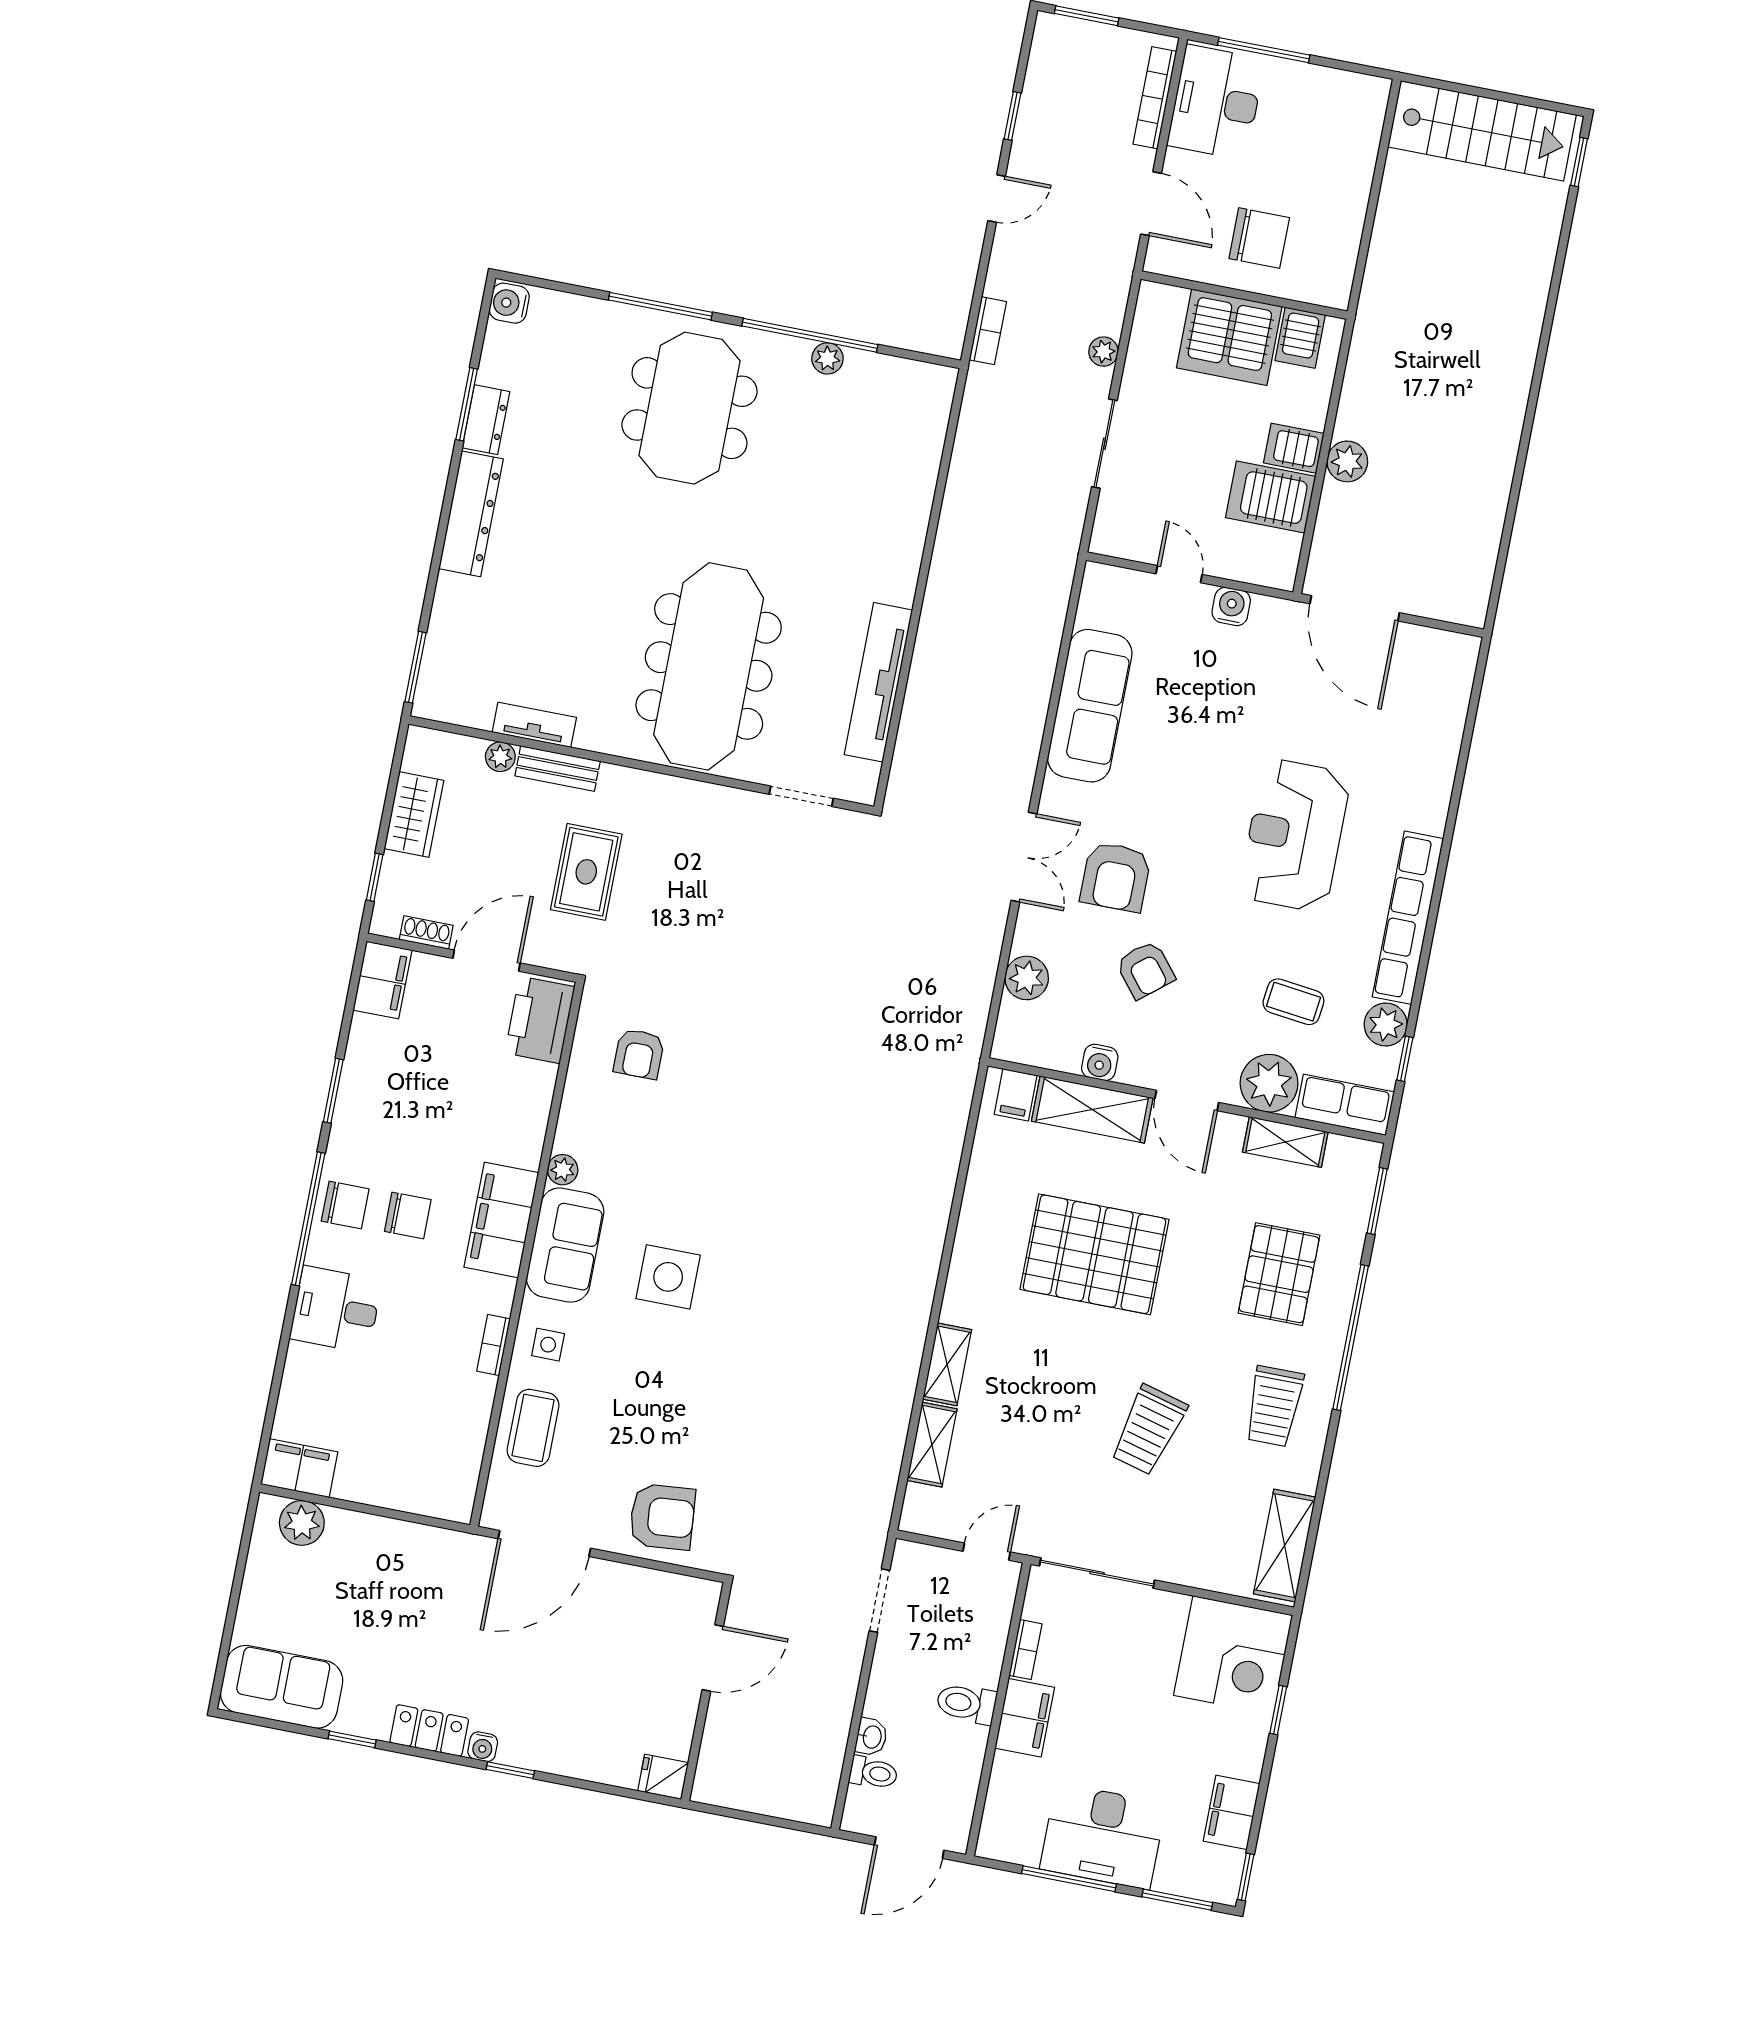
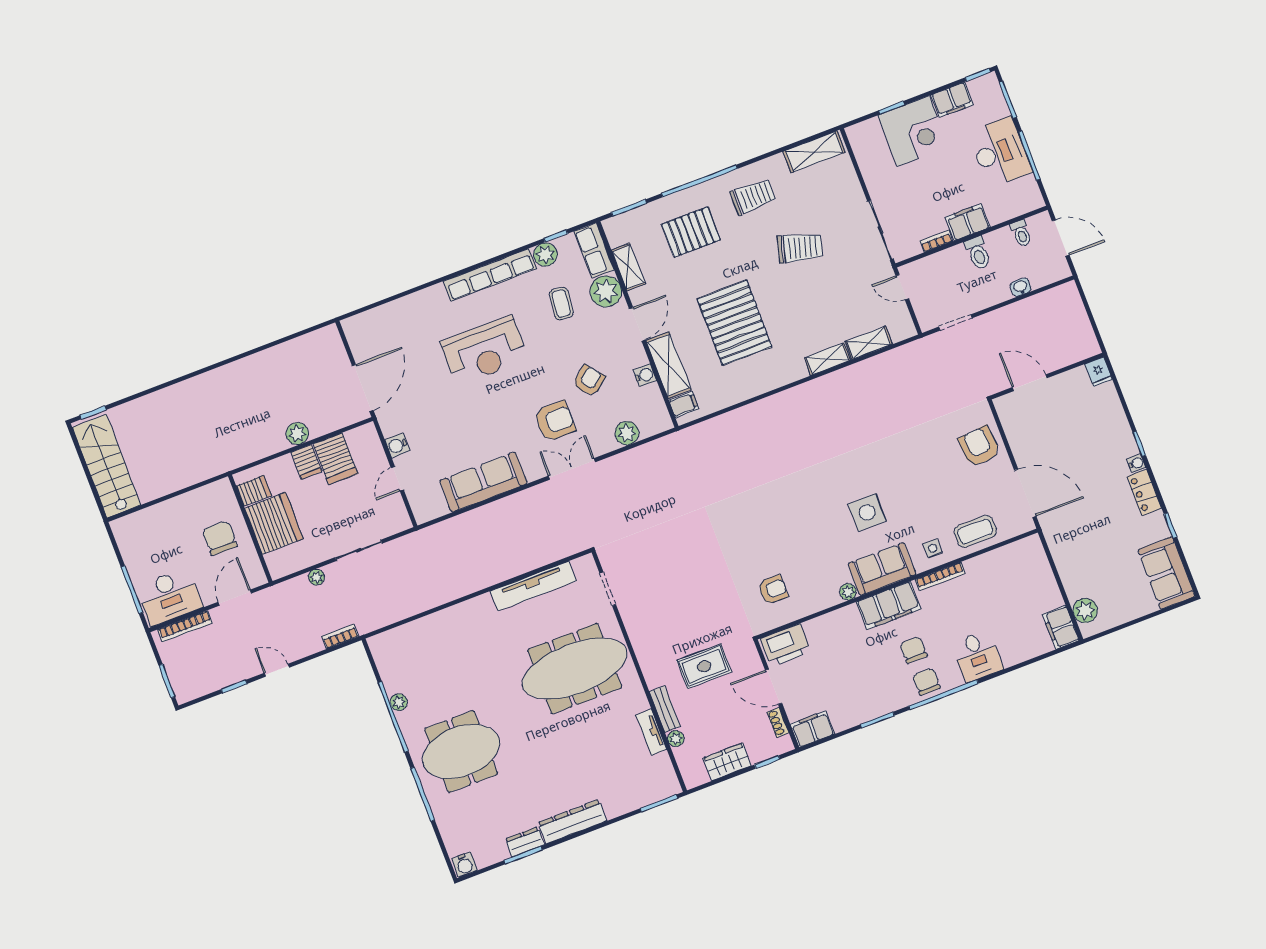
bookcase: (494, 1345) -> (940, 576), width x1.56
corner desk: (1233, 1655) -> (913, 131), moved, turned 90
toilet: (874, 1773) -> (1021, 233), moved, turned 180

